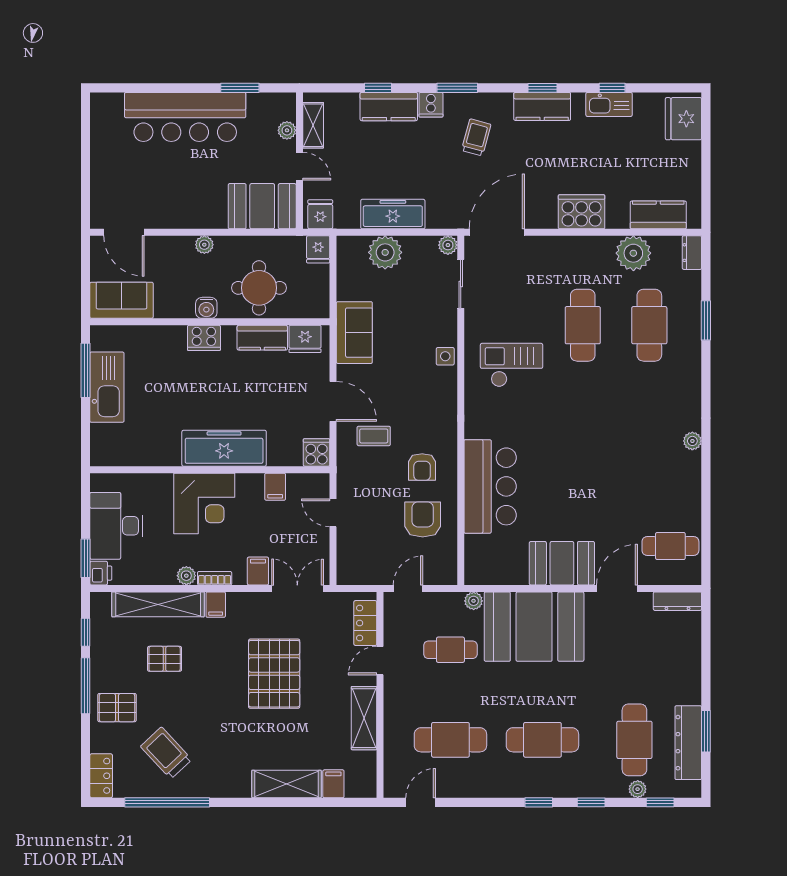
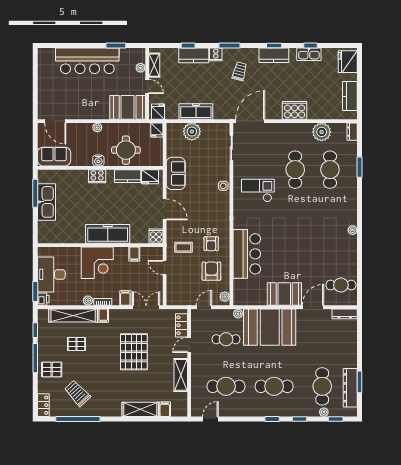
kitchen counter: (658, 215) -> (350, 96), moved, turned -90
plant: (448, 245) -> (225, 297), moved
coffee table: (374, 436) -> (183, 247), moved

